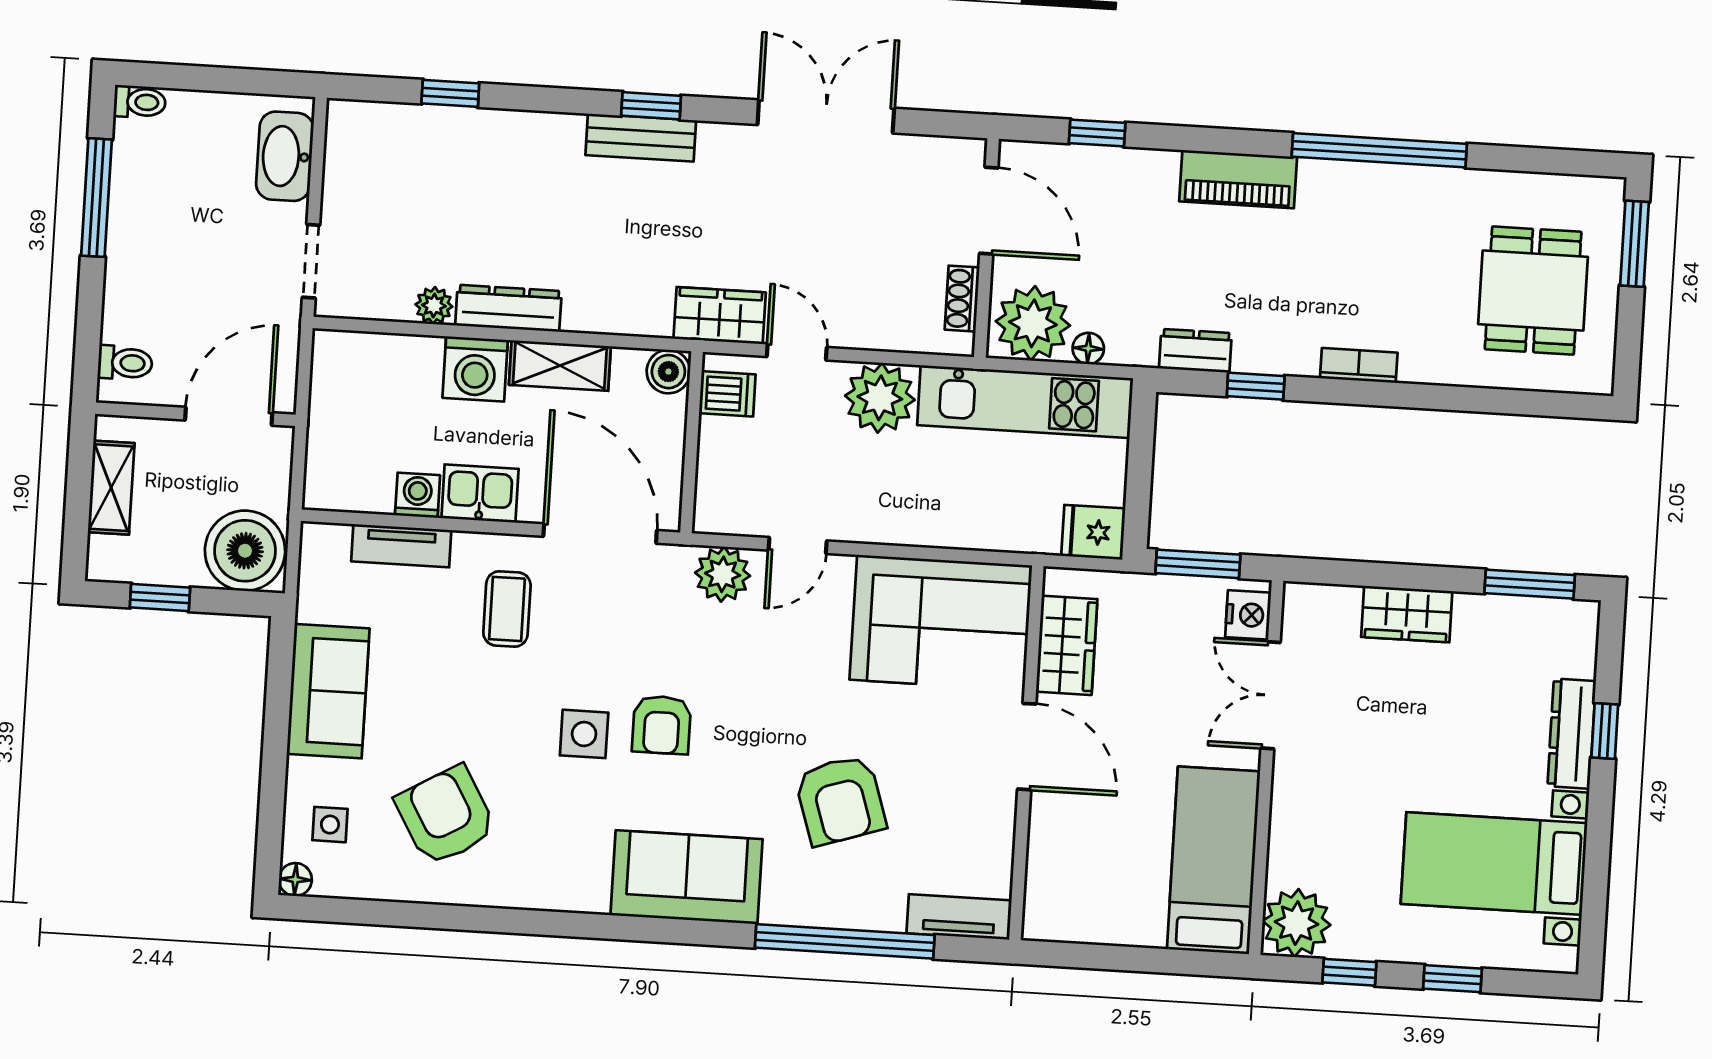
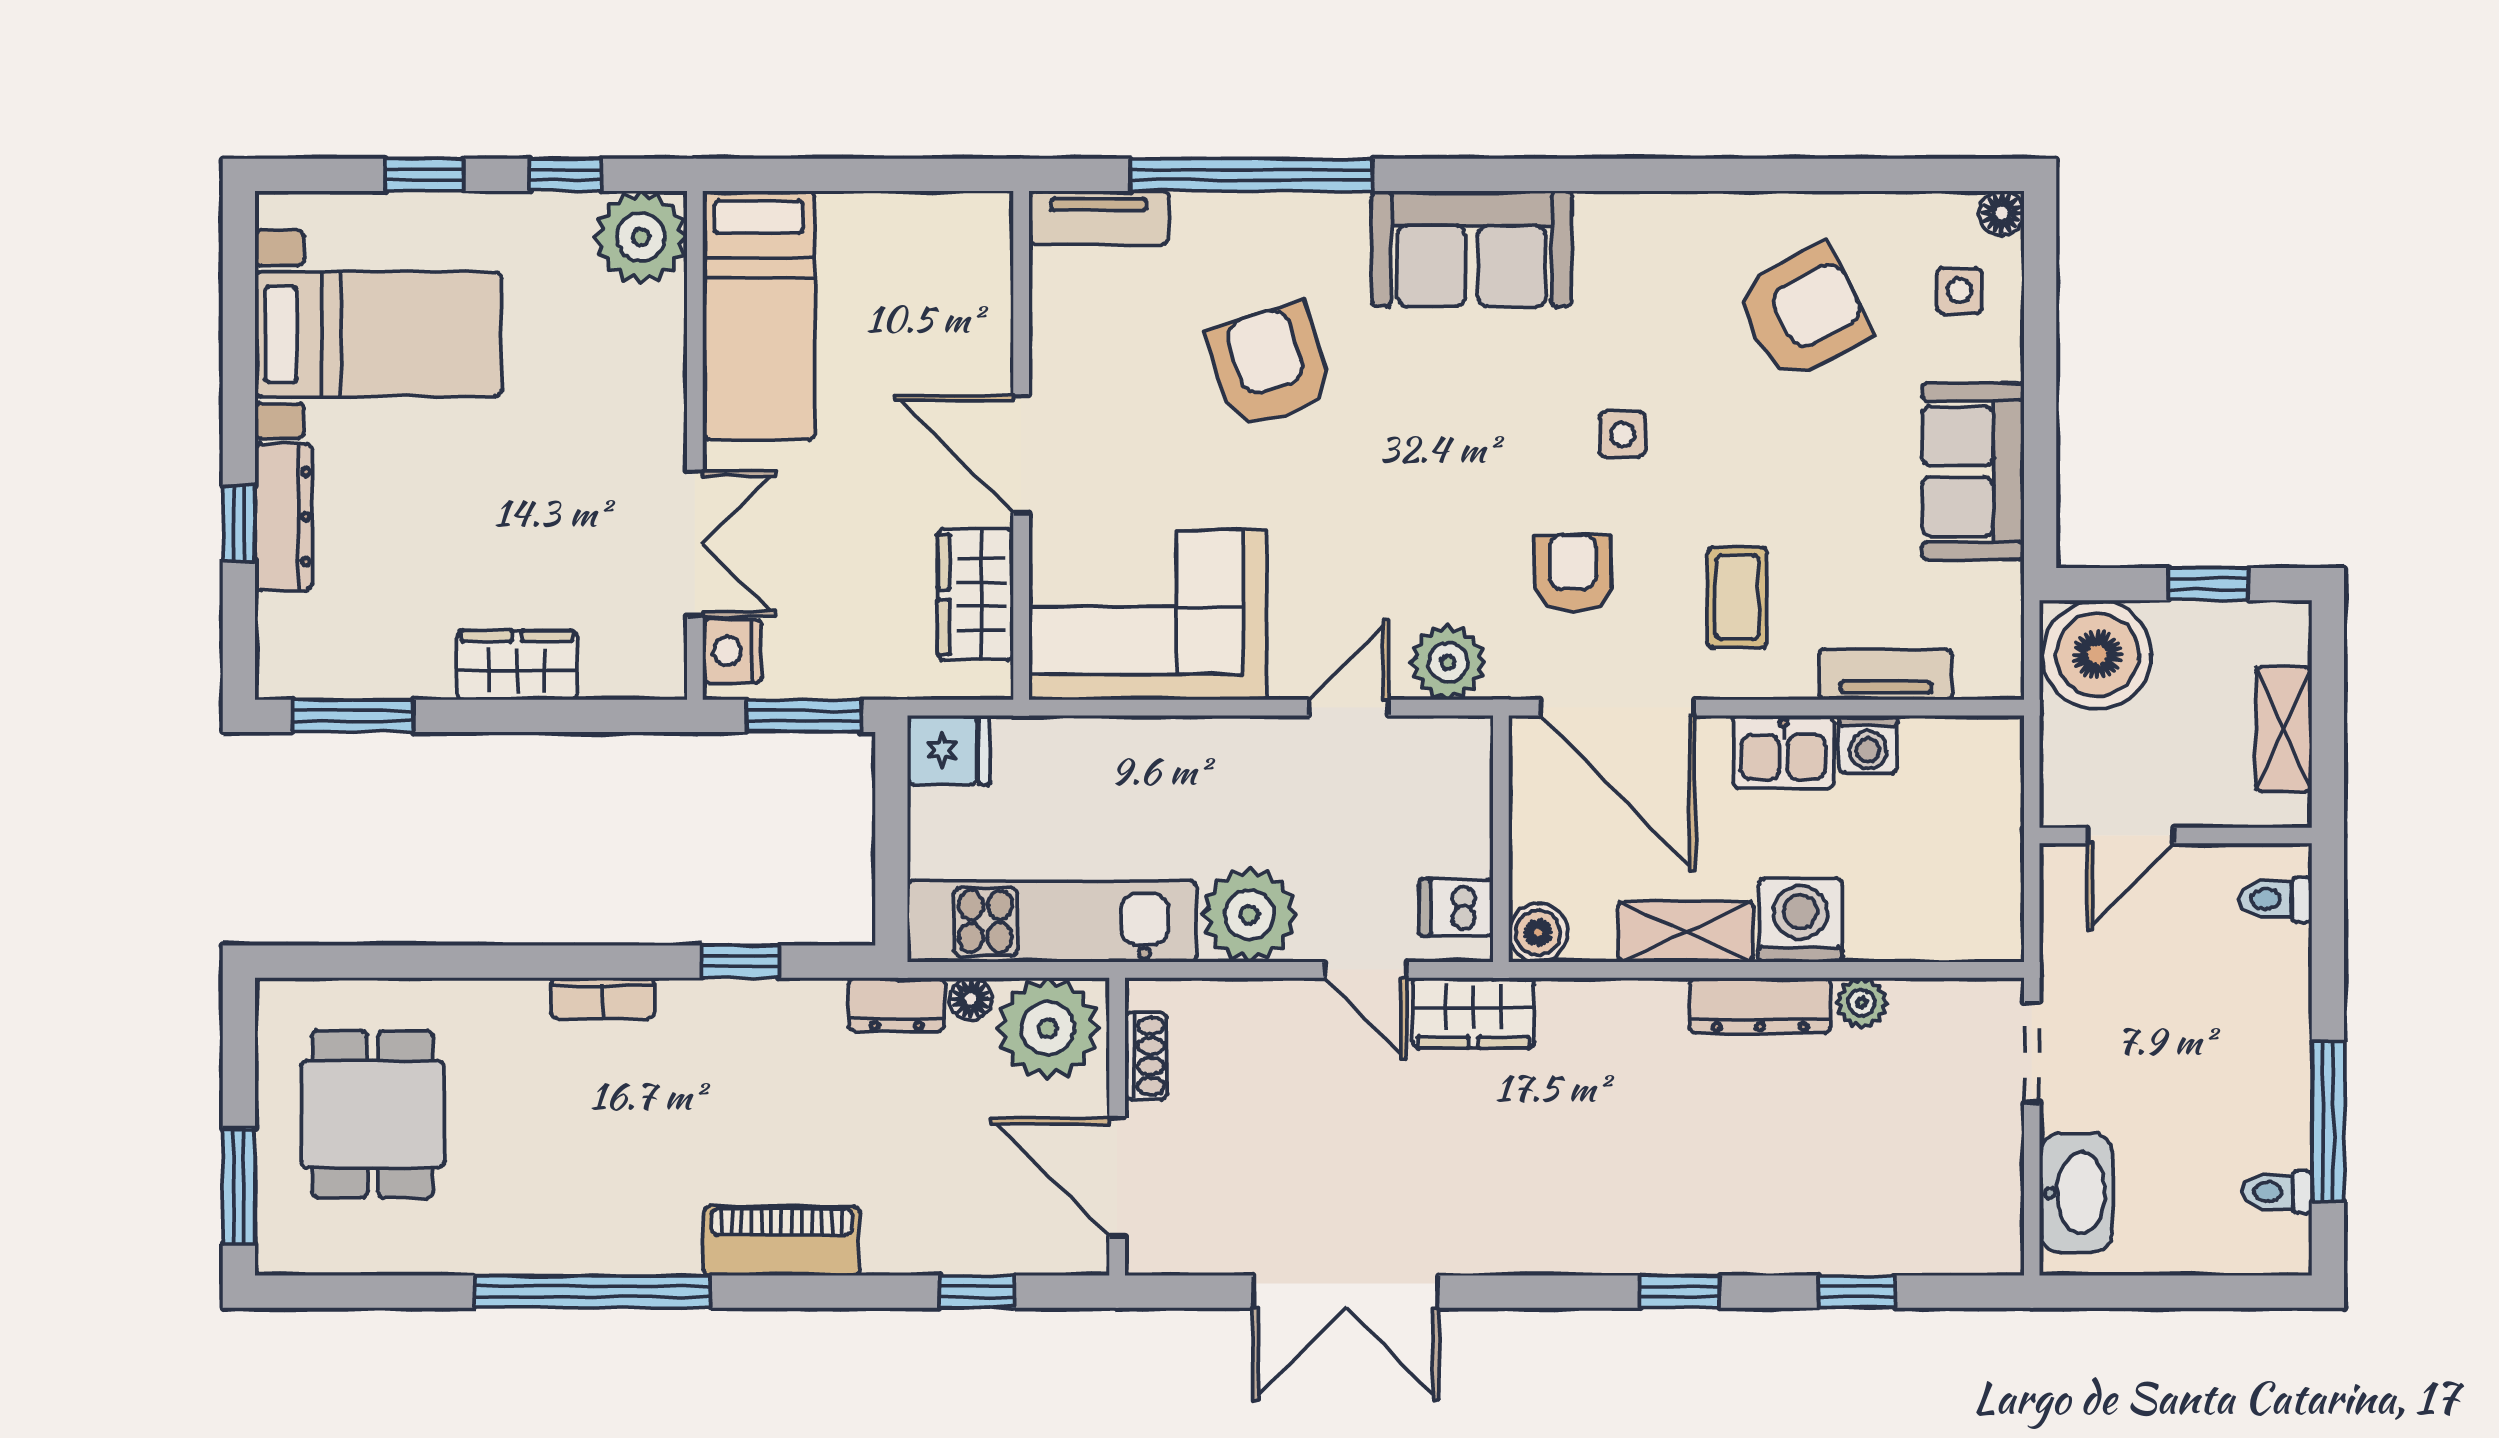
toilet: (140, 102) -> (2277, 1192), moved
window: (651, 106) -> (1680, 1292), moved
bench: (641, 138) -> (1595, 1248), removed
dresser: (1195, 351) -> (896, 1005), moved
door: (229, 416) -> (2130, 836), width x0.73
armchair: (662, 725) -> (1573, 573), moved
side table: (584, 734) -> (1622, 434), width x0.73, depth x0.73
armchair: (446, 816) -> (1803, 312), turned -88

